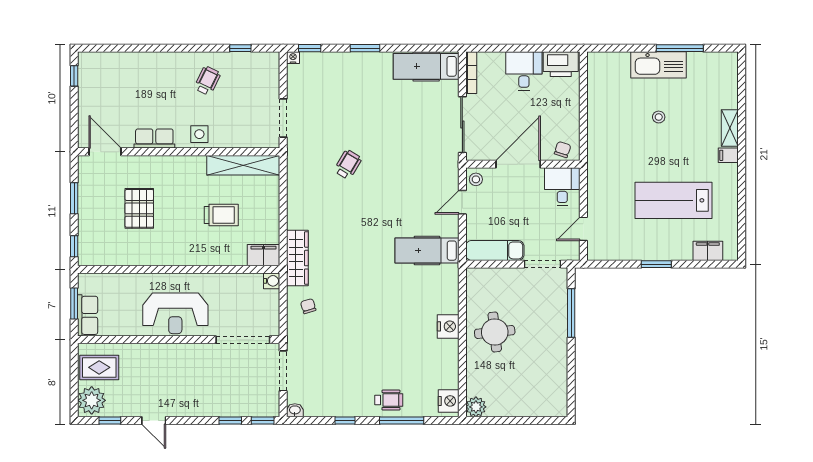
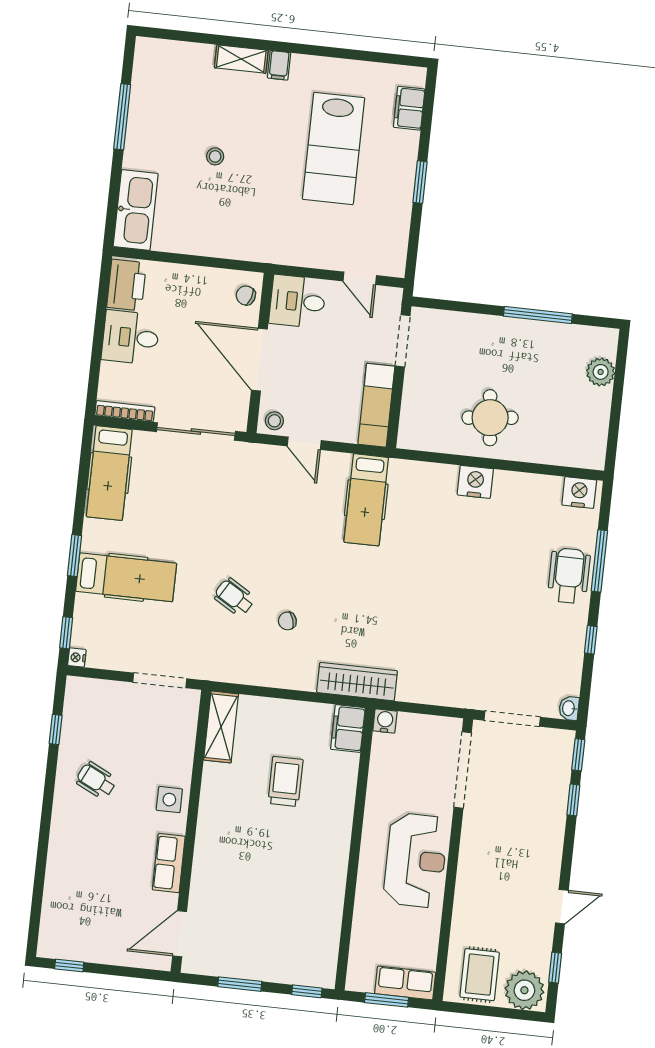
kitchen sink: (659, 65) -> (136, 210), moved
hospital bed: (354, 86) -> (126, 577), added
shelving: (243, 165) -> (221, 727), width x0.68
pallet: (139, 208) -> (264, 895), removed
chair: (308, 306) -> (287, 621), moved
window: (571, 313) -> (538, 315), moved
wheelchair: (389, 400) -> (569, 576), width x1.36, depth x1.37
plant: (476, 407) -> (601, 372), moved

